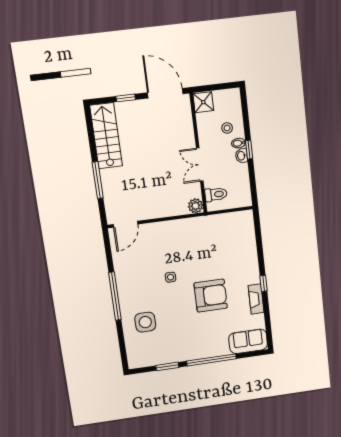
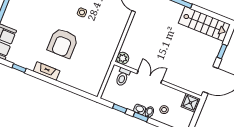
window: (252, 178) -> (120, 109), added
window: (263, 283) -> (19, 68), moved
armchair: (211, 296) -> (63, 43), moved
fireplace: (256, 299) -> (47, 71), moved

